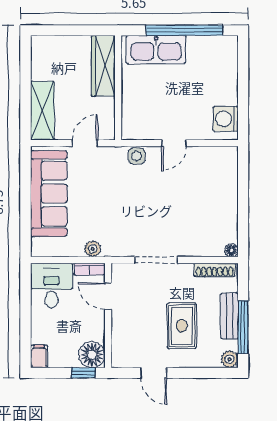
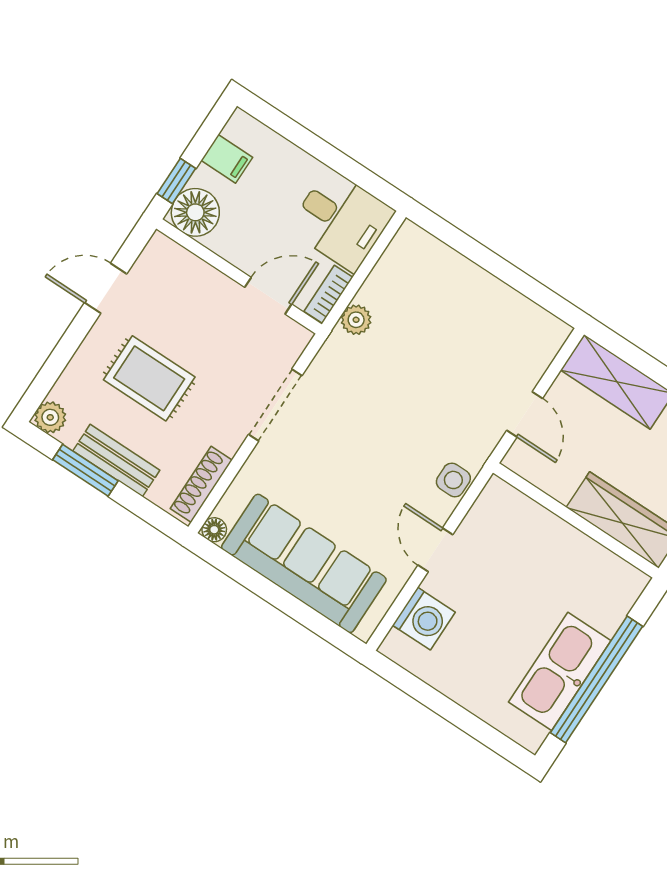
kitchen sink: (156, 50) -> (560, 671), moved
washing machine: (226, 119) -> (424, 619), moved, turned 90
sofa: (49, 194) -> (304, 563), moved, turned 180
window: (243, 327) -> (85, 470), width x0.69
filing cabinet: (39, 356) -> (227, 159), moved

